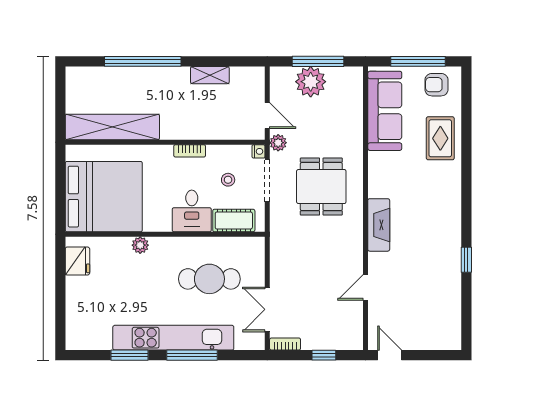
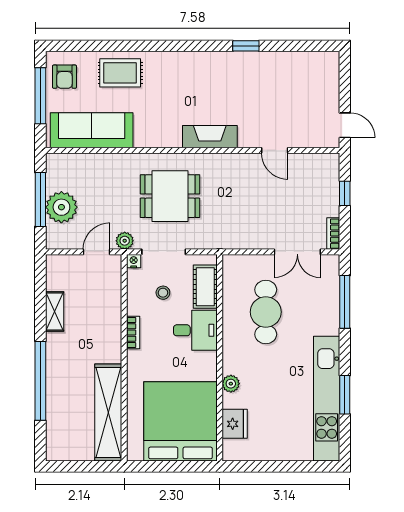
fridge: (77, 261) -> (235, 424), moved, turned 90
kitchen unit: (173, 338) -> (327, 399), moved
window: (192, 355) -> (345, 302), moved
door: (390, 355) -> (345, 125), swing flipped

